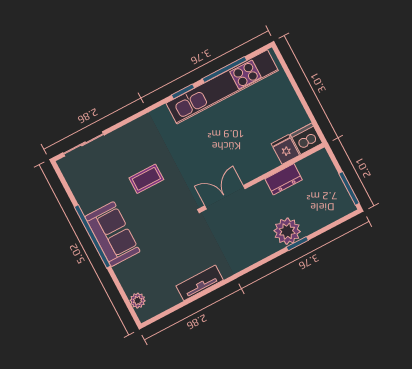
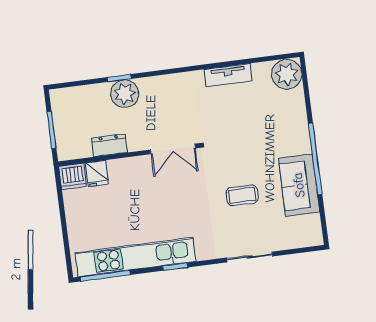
window: (225, 70) -> (105, 276), moved
sliding door: (84, 144) -> (250, 257), moved
window: (349, 188) -> (51, 130), moved
sofa: (112, 234) -> (299, 185), moved
plant: (138, 301) -> (287, 74), width x1.87, depth x1.87

